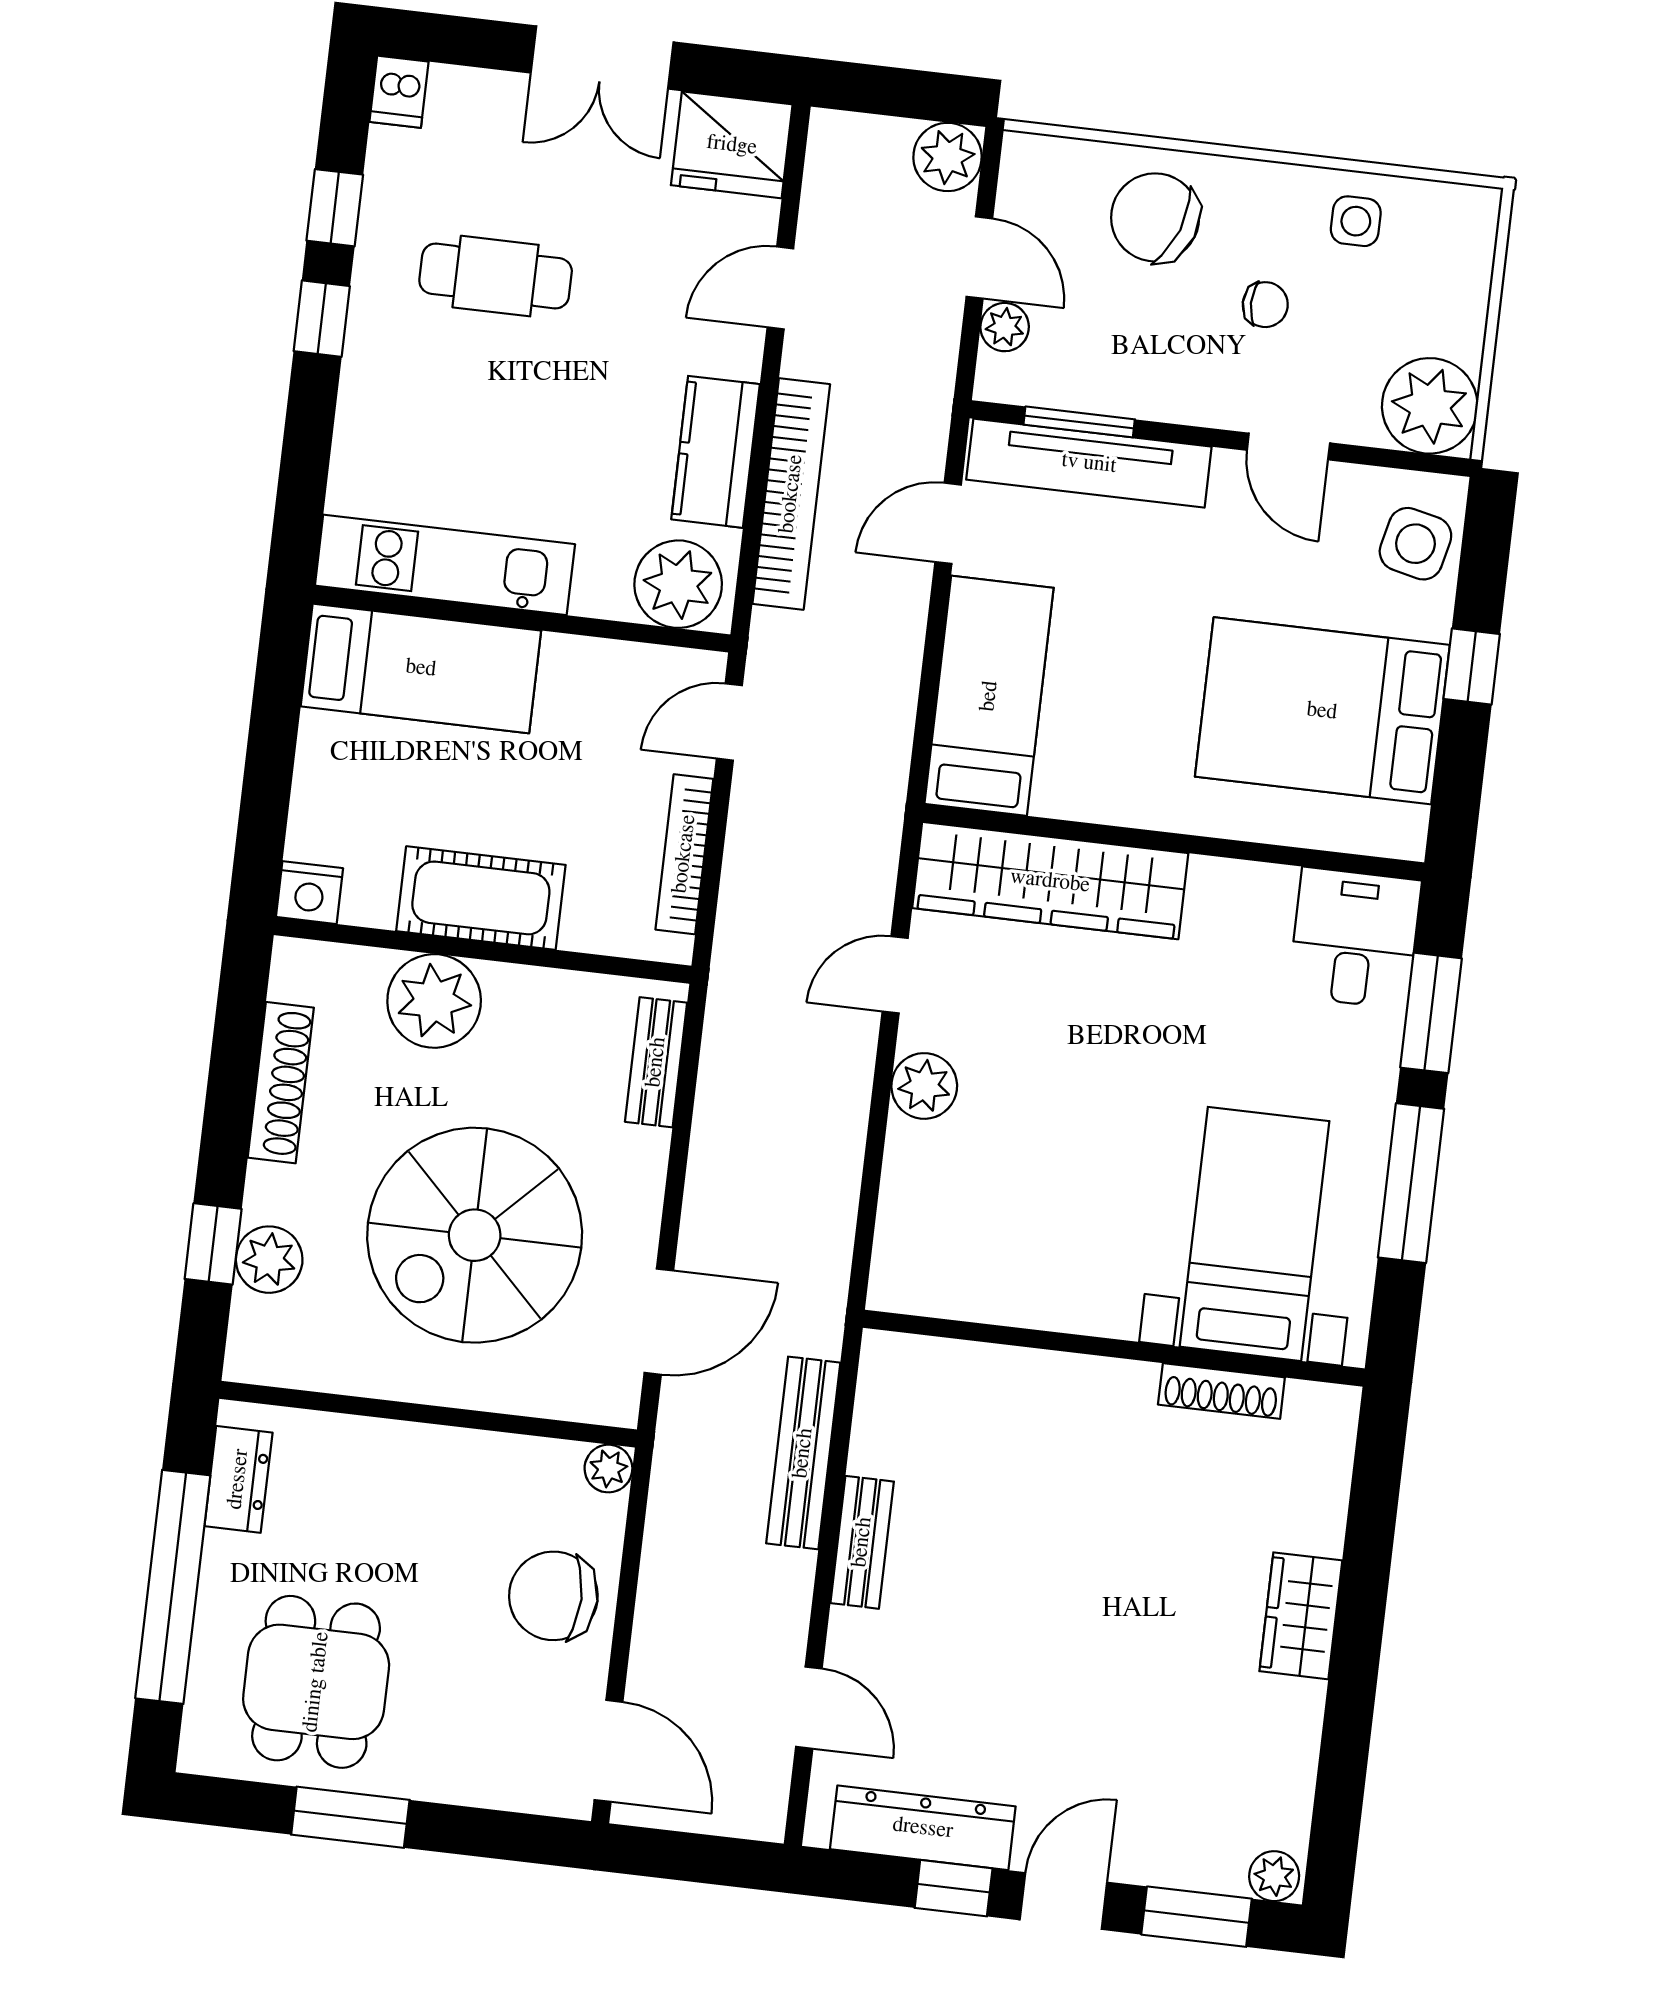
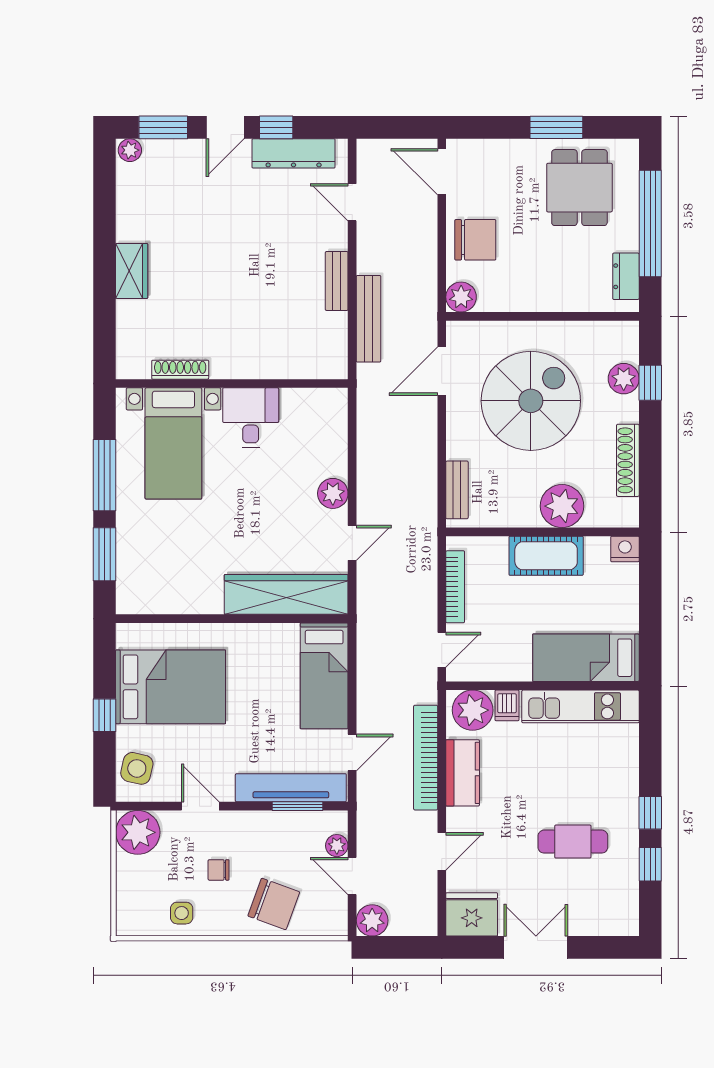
dishwasher: (399, 92) -> (507, 705), moved, turned 180
desk: (1355, 938) -> (251, 418), moved, turned 180
plant: (608, 1469) -> (461, 297), width x1.38, depth x1.38

